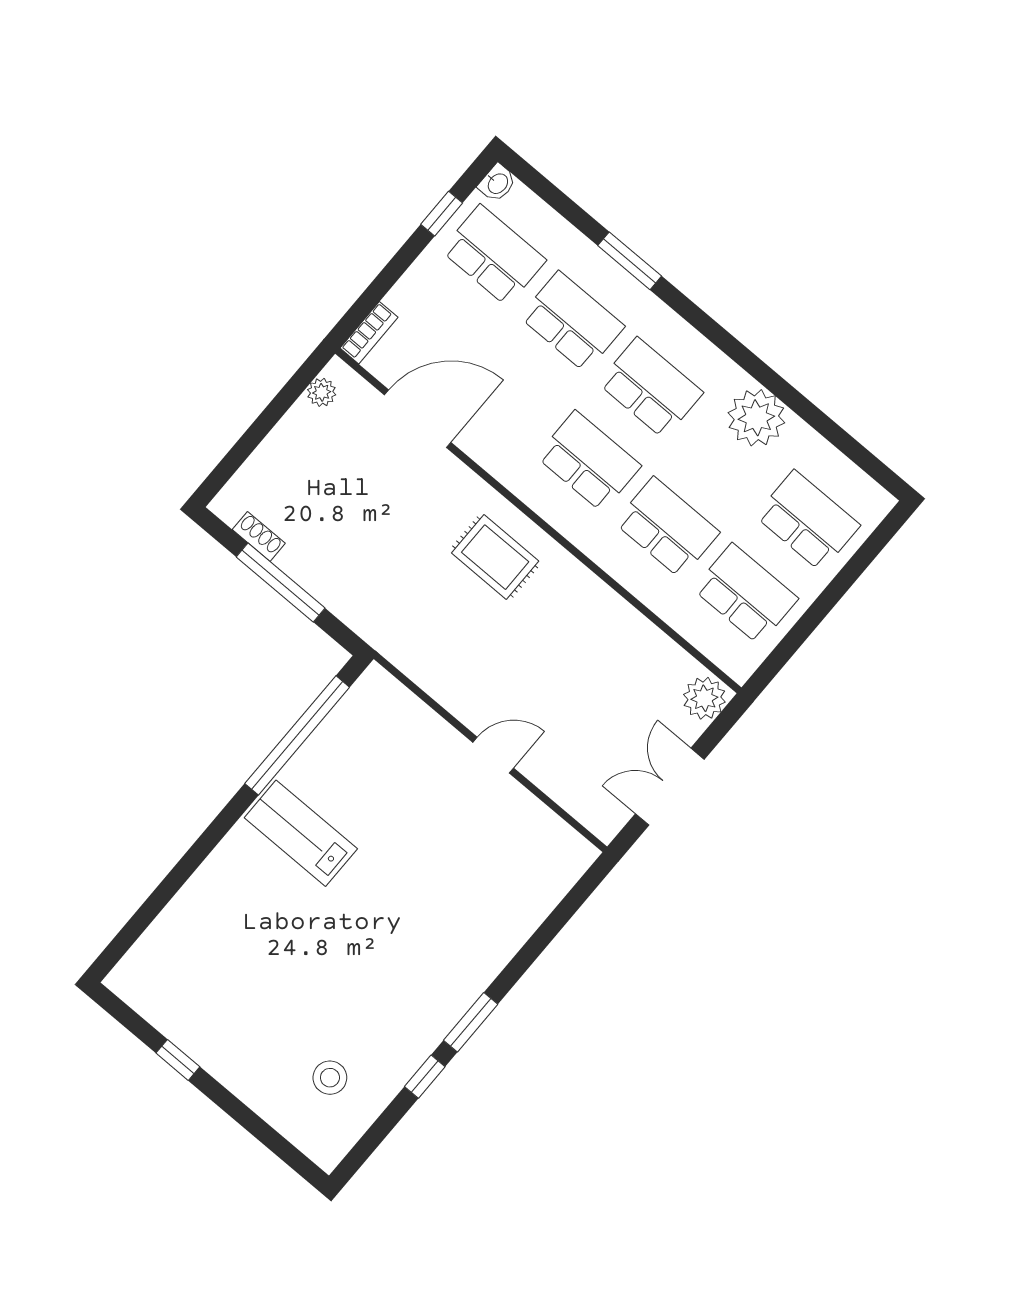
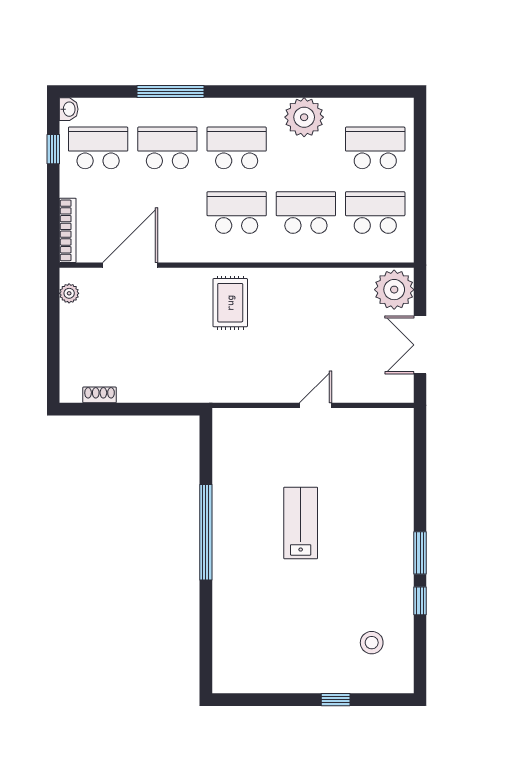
window: (630, 261) -> (171, 92), width x1.44
bookcase: (369, 333) -> (68, 230), width x1.56
rug: (495, 557) -> (230, 303), turned 90
window: (281, 583) -> (131, 409), removed
plant: (704, 698) -> (394, 290), width x1.36, depth x1.36
window: (297, 735) -> (206, 532), moved
lab bench: (301, 833) -> (301, 523), moved, turned 90
window: (178, 1060) -> (336, 700), moved

